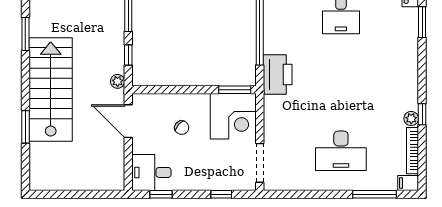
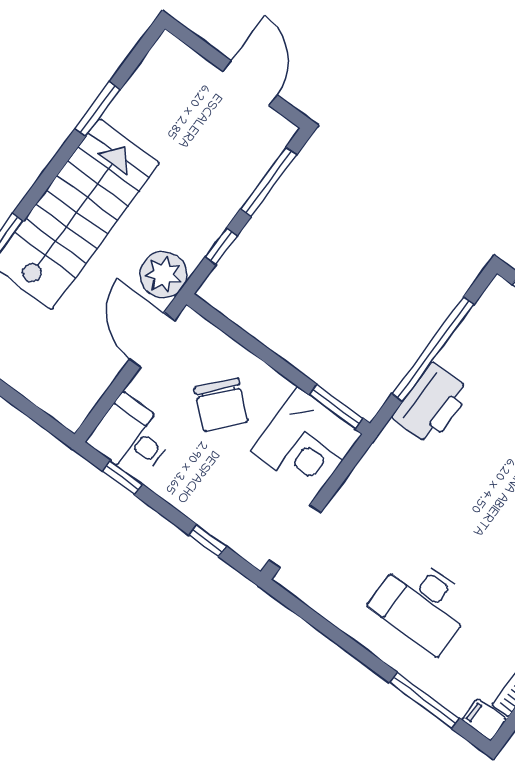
printer: (278, 74) -> (432, 404), moved
plant: (118, 81) -> (163, 275), width x1.88, depth x1.88
chair: (182, 128) -> (221, 405), width x1.87, depth x1.87

